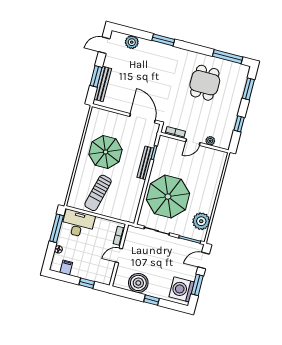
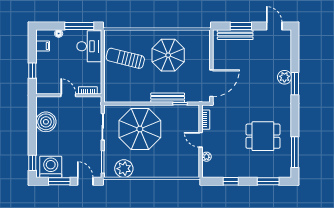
plant: (132, 42) -> (284, 77), moved
window: (152, 300) -> (32, 163), moved

